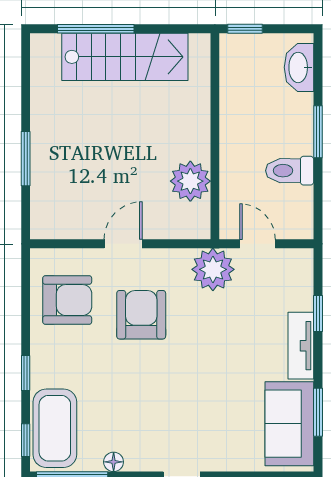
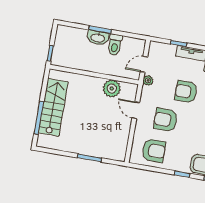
washbasin: (299, 67) -> (98, 38), moved
door: (123, 244) -> (136, 110), moved
plant: (213, 269) -> (148, 80), width x0.53, depth x0.53
armchair: (67, 300) -> (154, 151), turned 90
armchair: (213, 349) -> (186, 92), added

